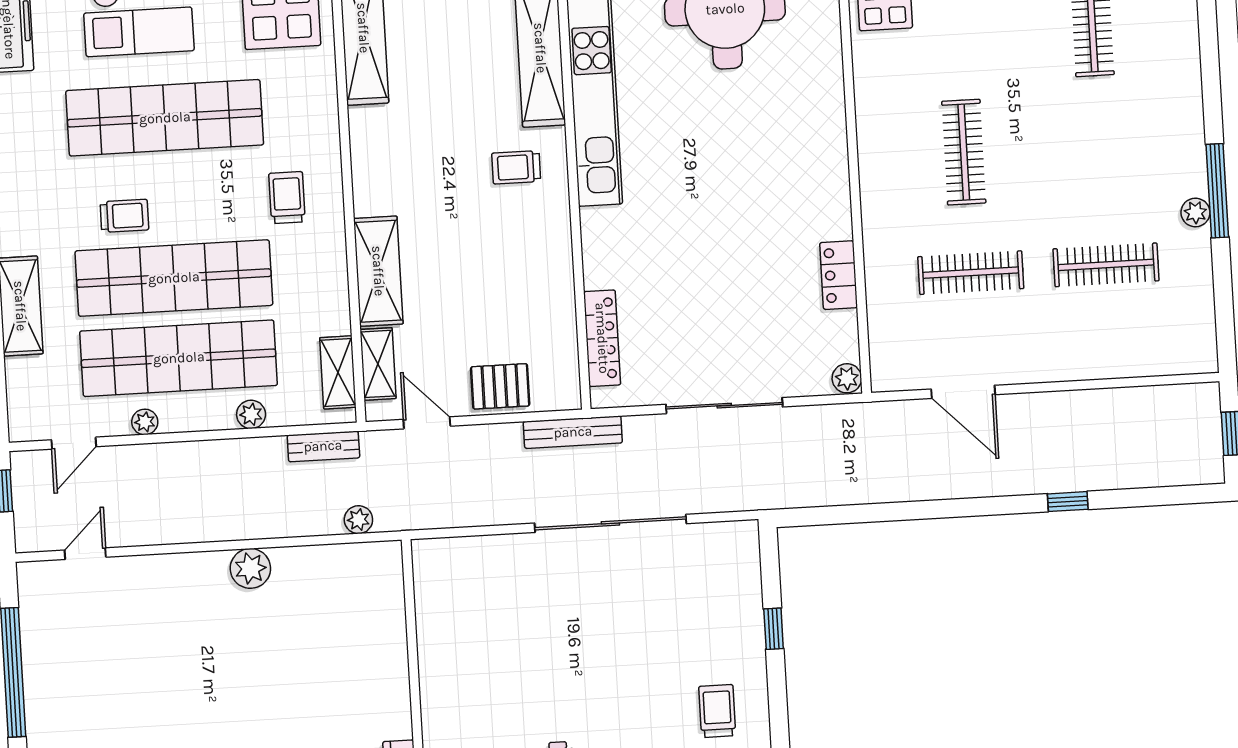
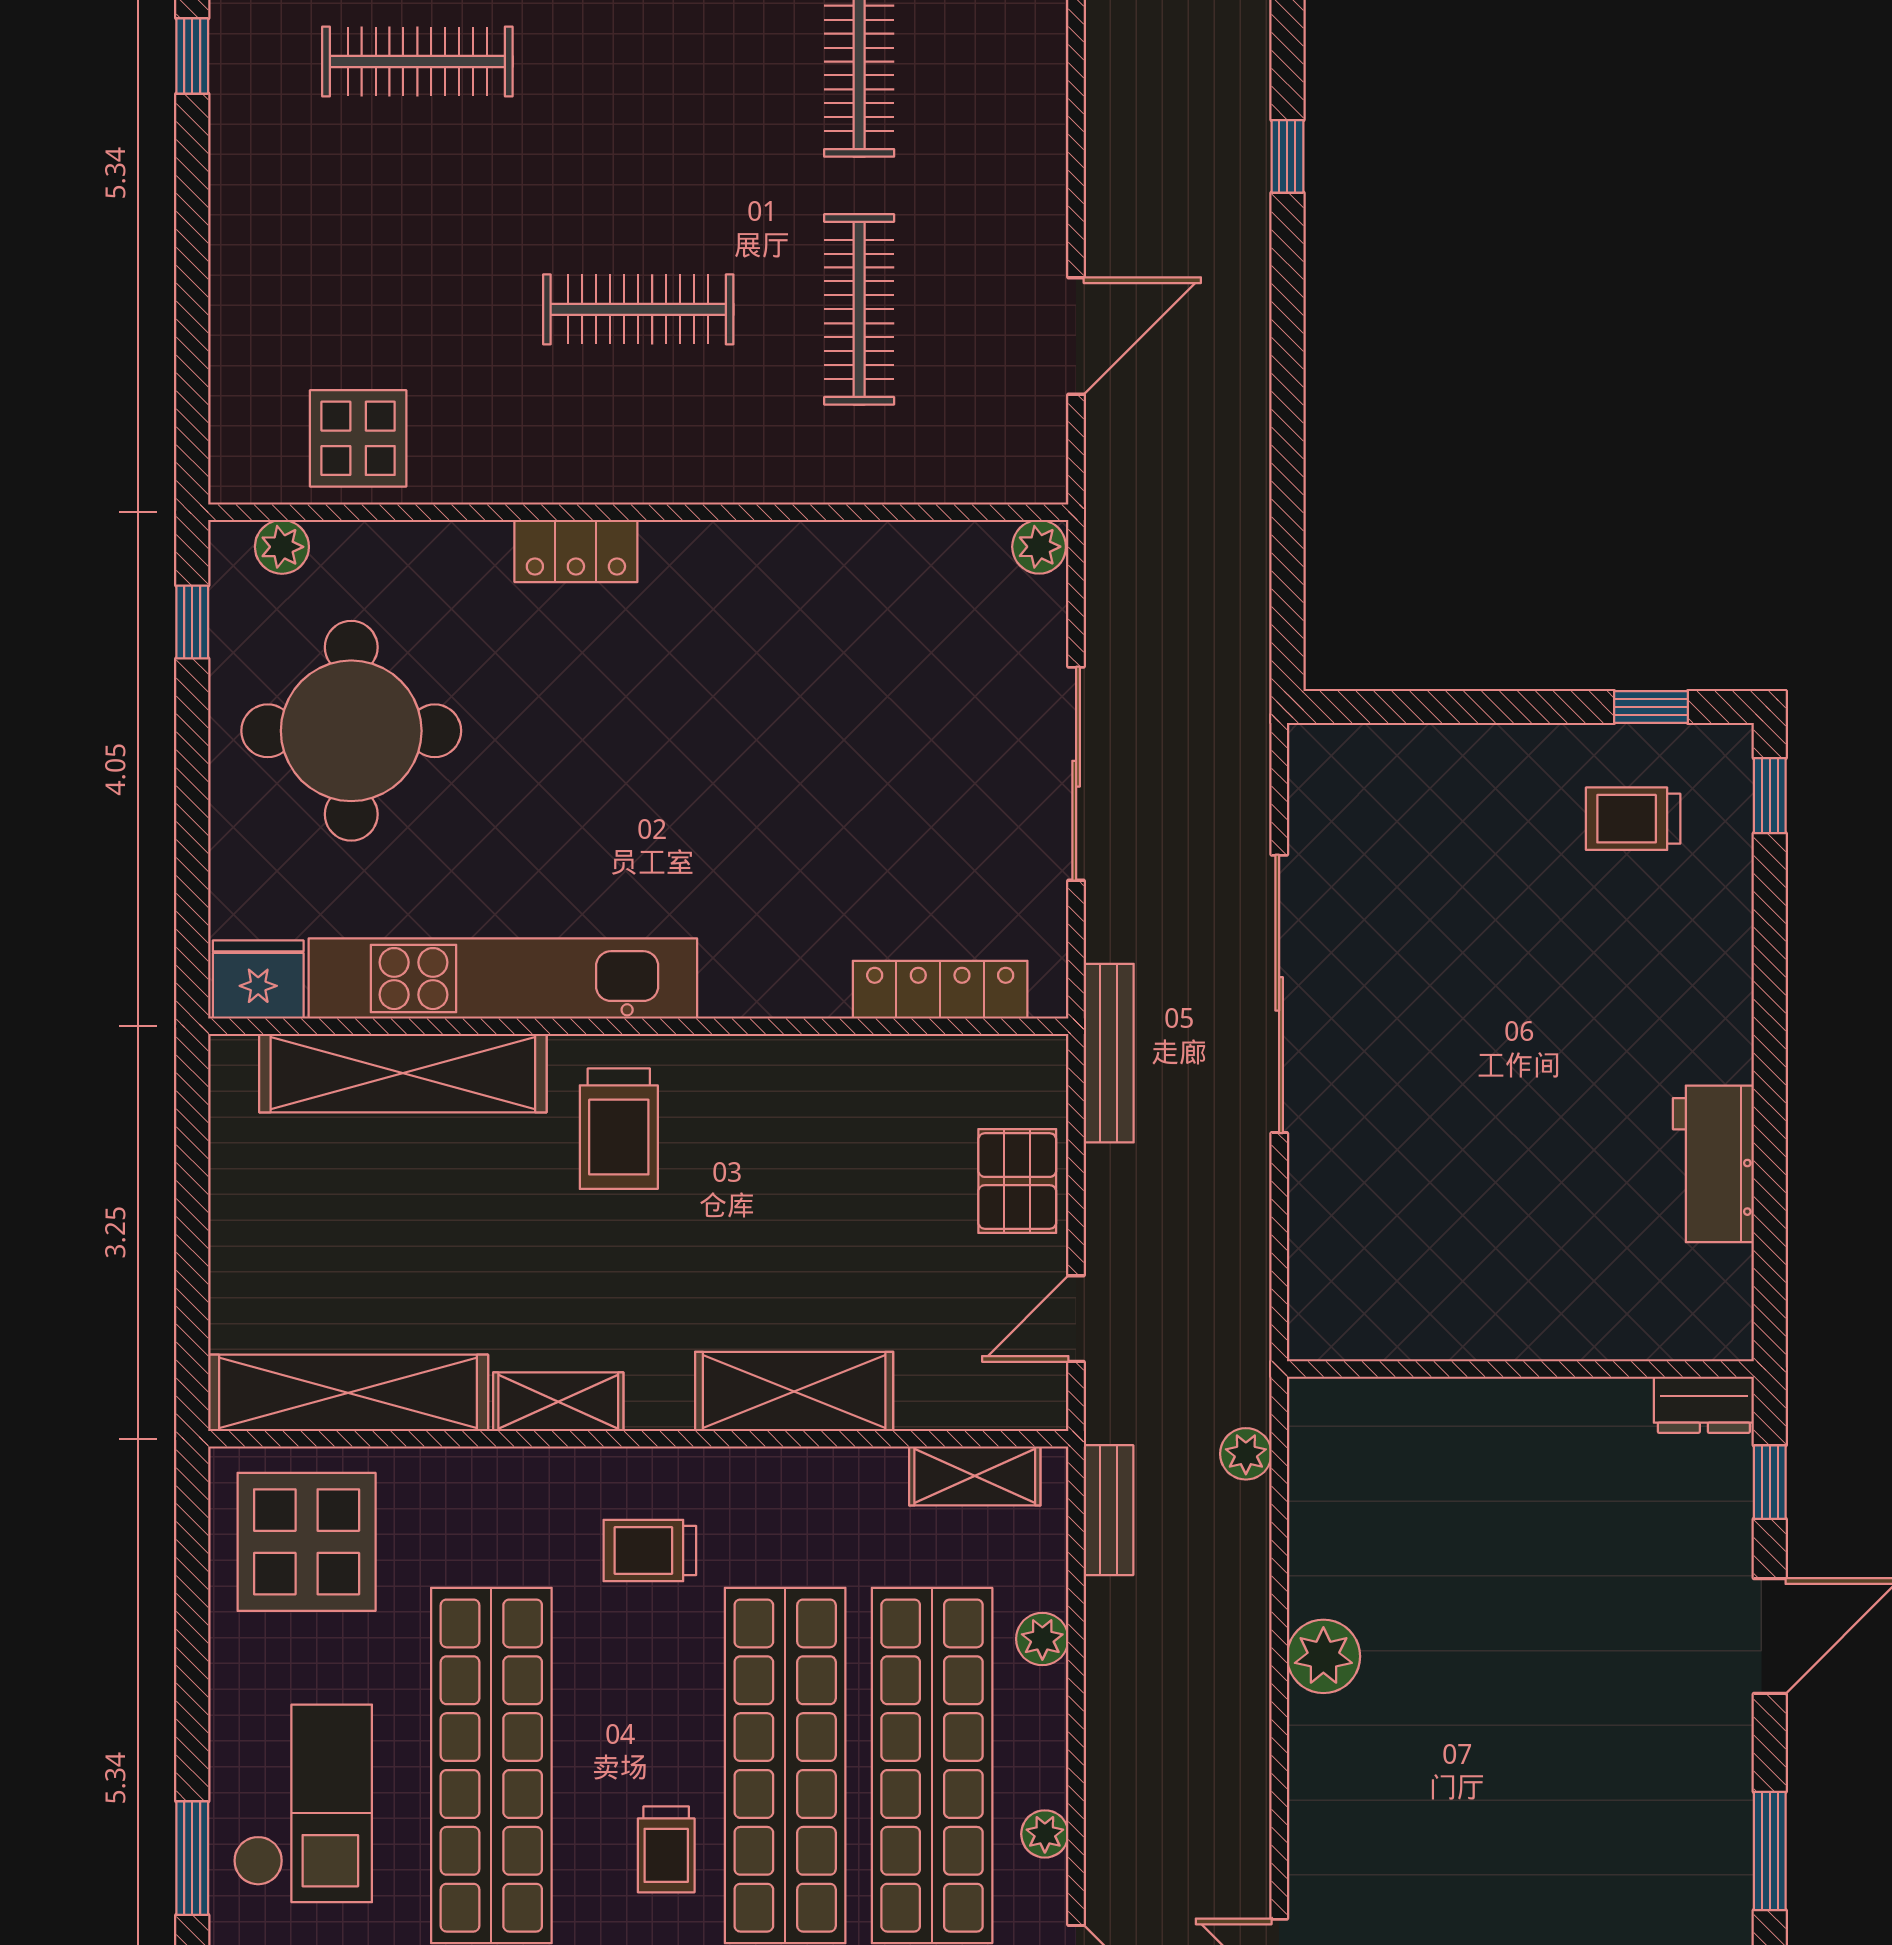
trolley: (516, 167) -> (619, 1129), width x1.36, depth x1.39
trolley: (124, 216) -> (666, 1849), turned 180
locker: (839, 275) -> (576, 551), moved
shelving: (378, 364) -> (558, 1402), moved
window: (774, 629) -> (1651, 707), moved

